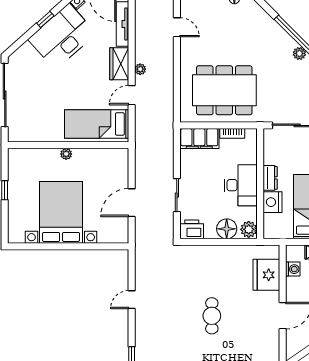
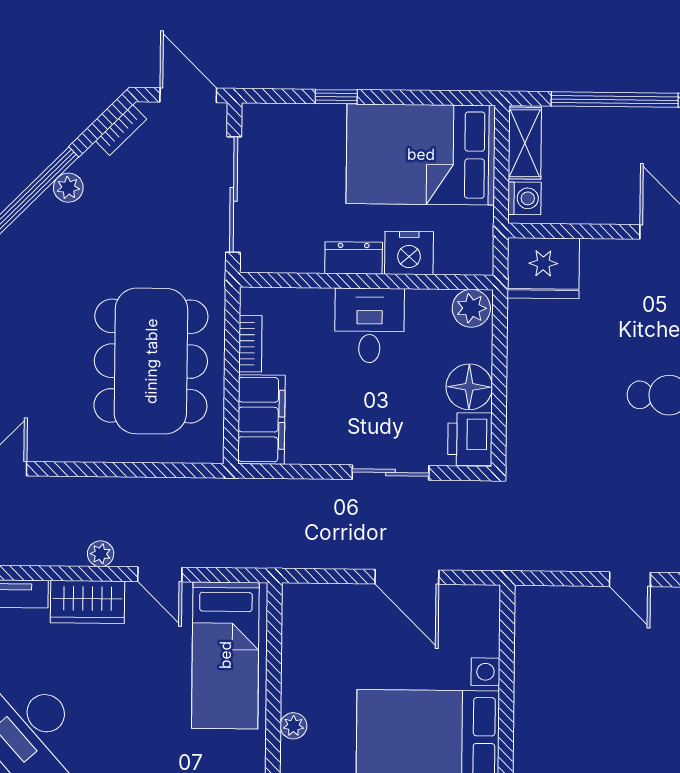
desk: (241, 185) -> (370, 325), width x0.73
floor lamp: (227, 229) -> (469, 387), moved
washing machine: (293, 269) -> (524, 198), moved, turned 90
fridge: (266, 275) -> (543, 268), moved

